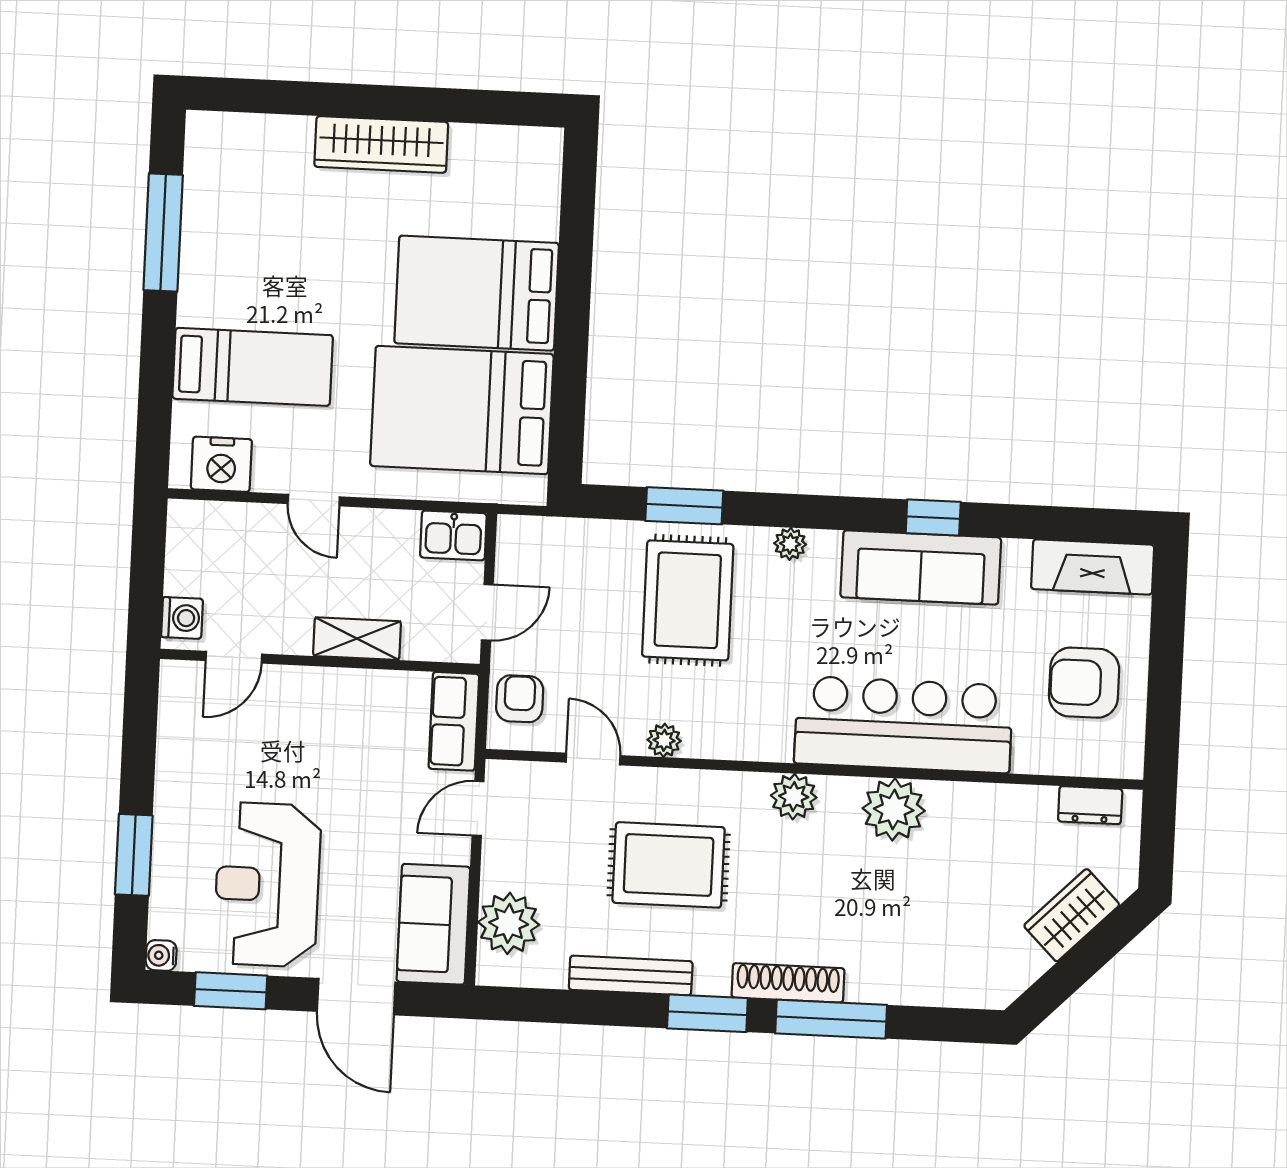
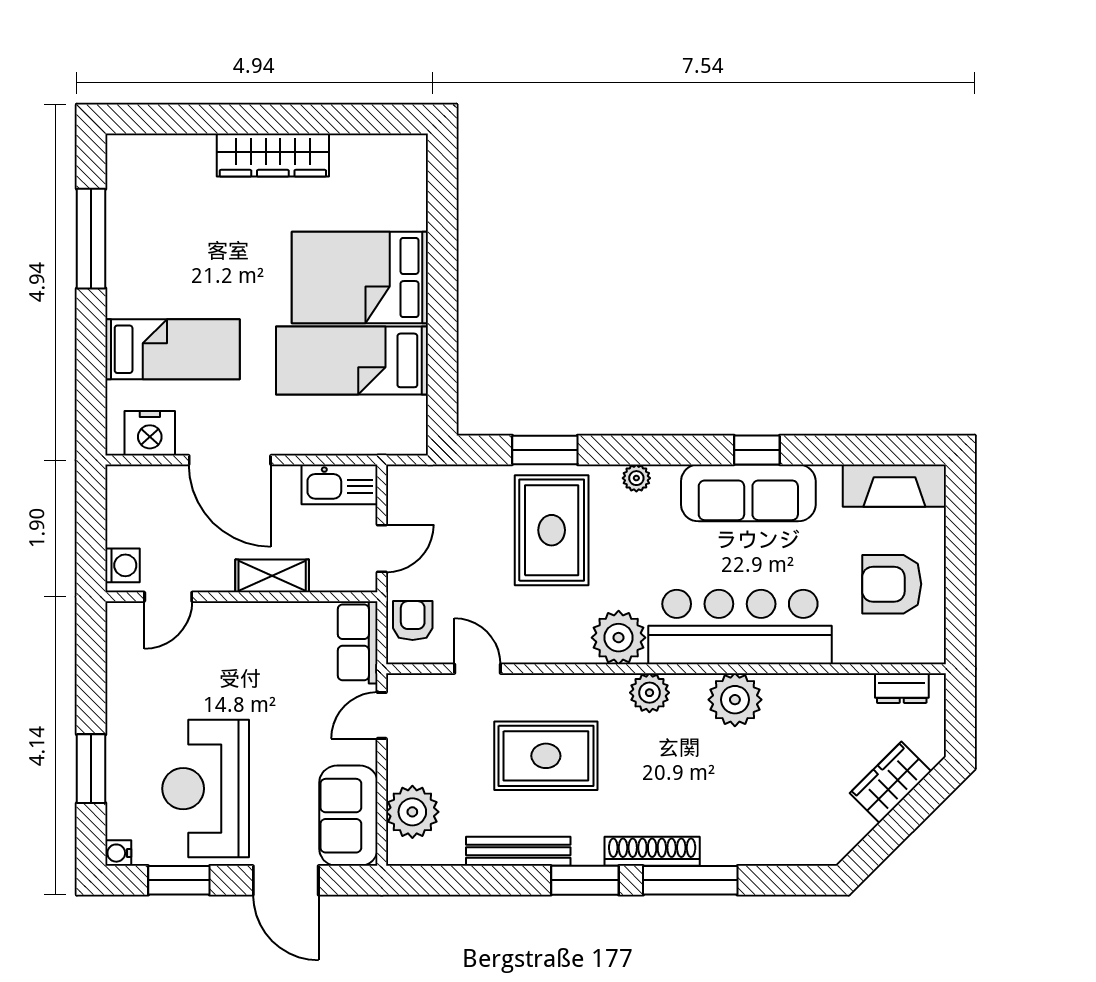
bed: (462, 410) -> (352, 360), width x0.67
door: (314, 500) -> (230, 460), width x1.88
kitchen sink: (453, 535) -> (339, 484), width x1.38
plant: (664, 740) -> (619, 638), moved, width x1.87, depth x1.87

